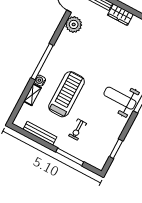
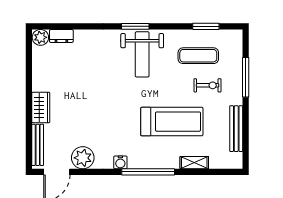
water cooler: (40, 81) -> (120, 162), moved
treadmill: (67, 94) -> (172, 122), turned 180
exercise mat: (100, 134) -> (198, 56), added

